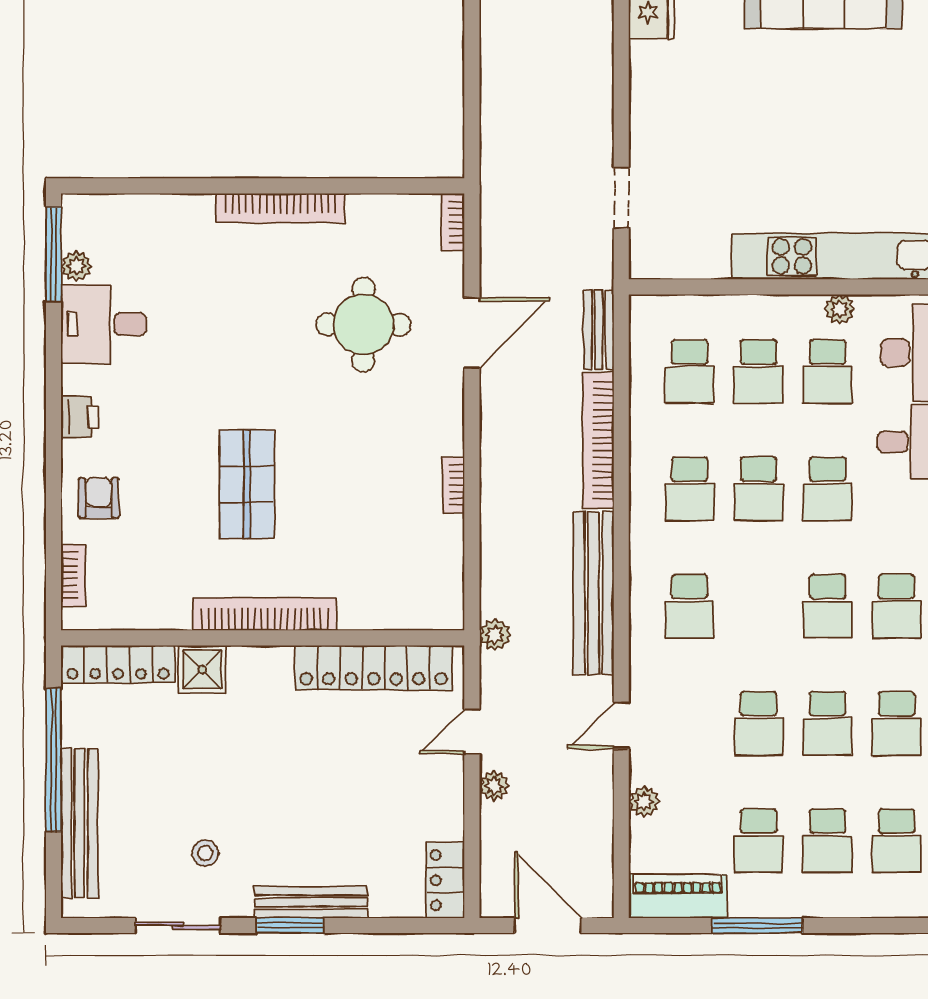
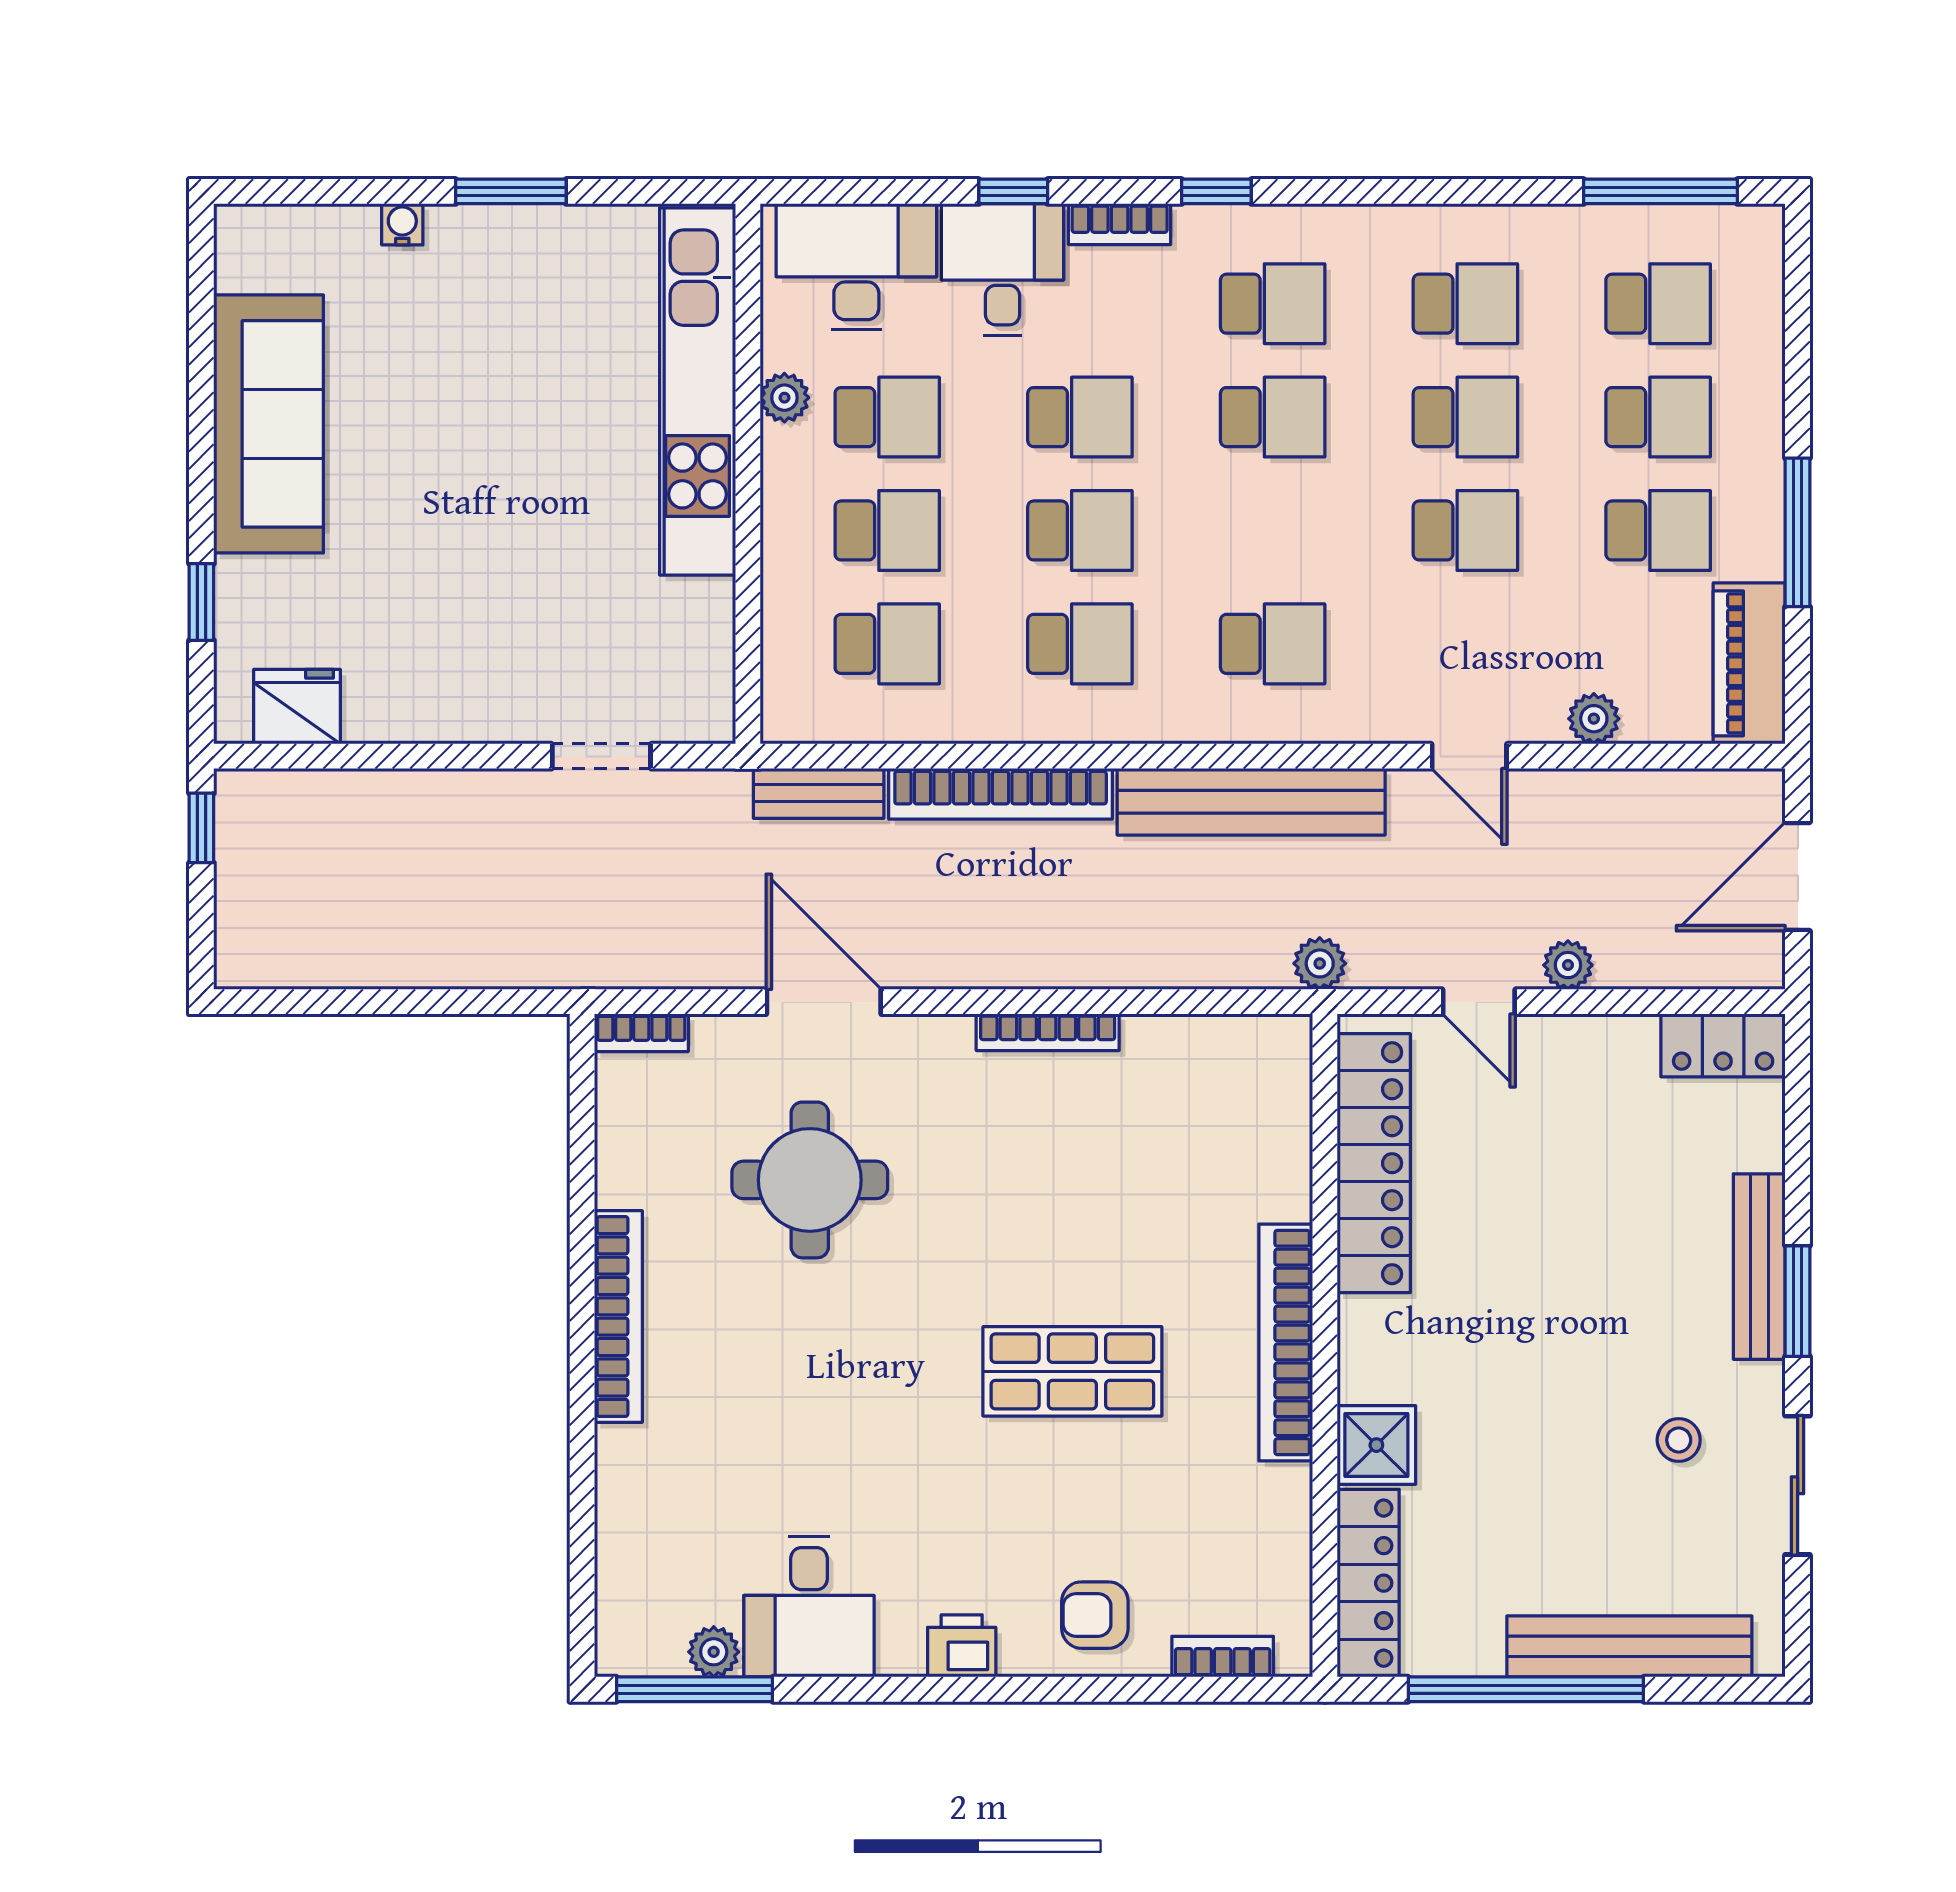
bookcase: (453, 485) -> (1048, 1032), width x1.56

